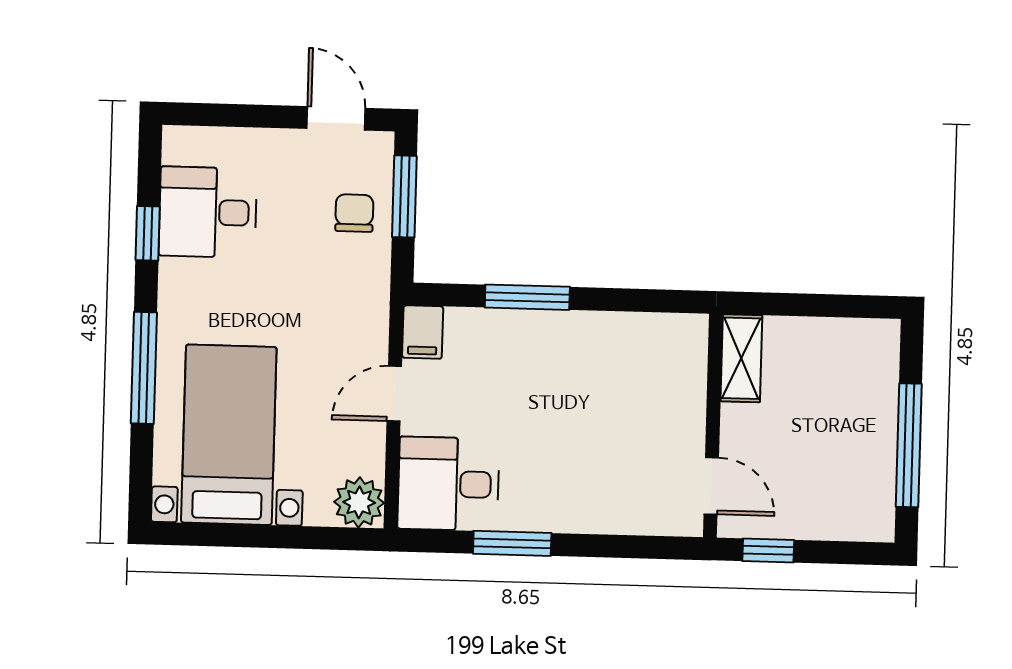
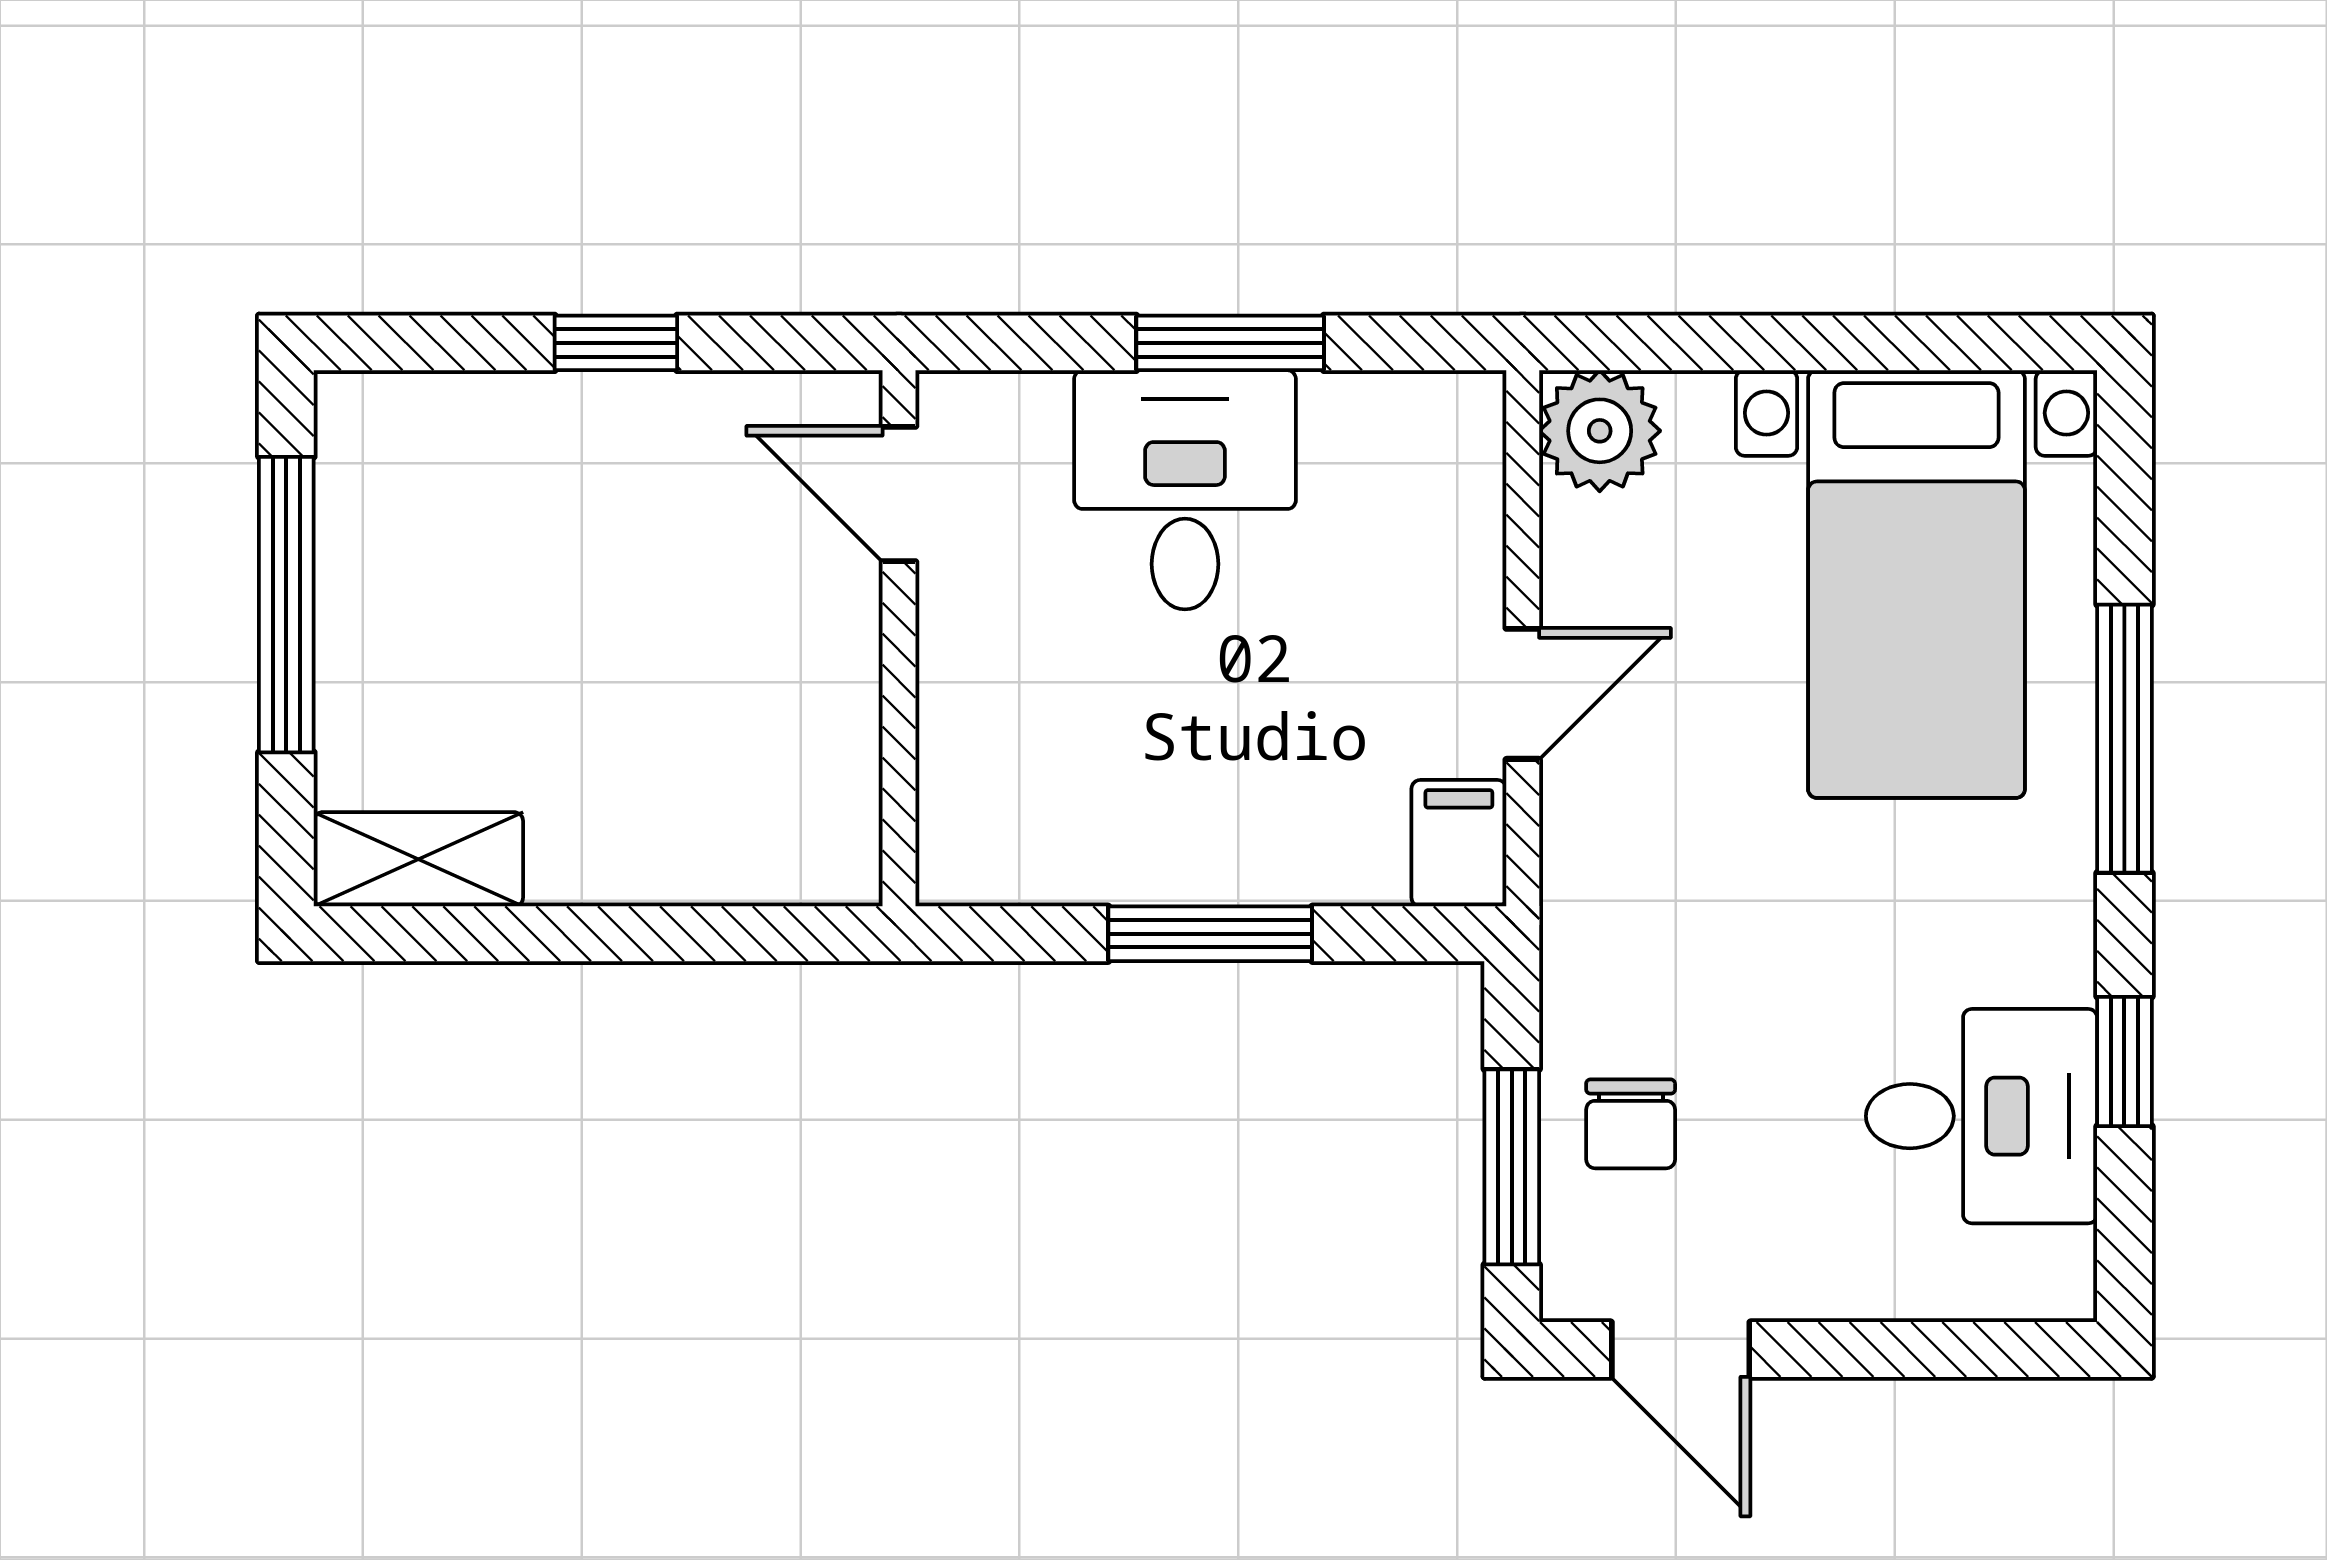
shelving: (741, 358) -> (418, 859), moved, turned 90
wall: (713, 426) -> (899, 638), moved
desk: (449, 484) -> (1185, 490), moved, turned -90
door: (711, 486) -> (899, 494), moved

